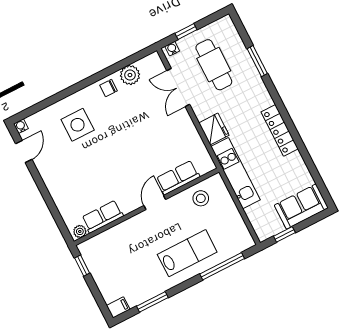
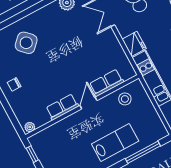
chair: (109, 88) -> (14, 84), moved
side table: (78, 125) -> (26, 43), turned 45
row of seats: (103, 217) -> (62, 107), moved

